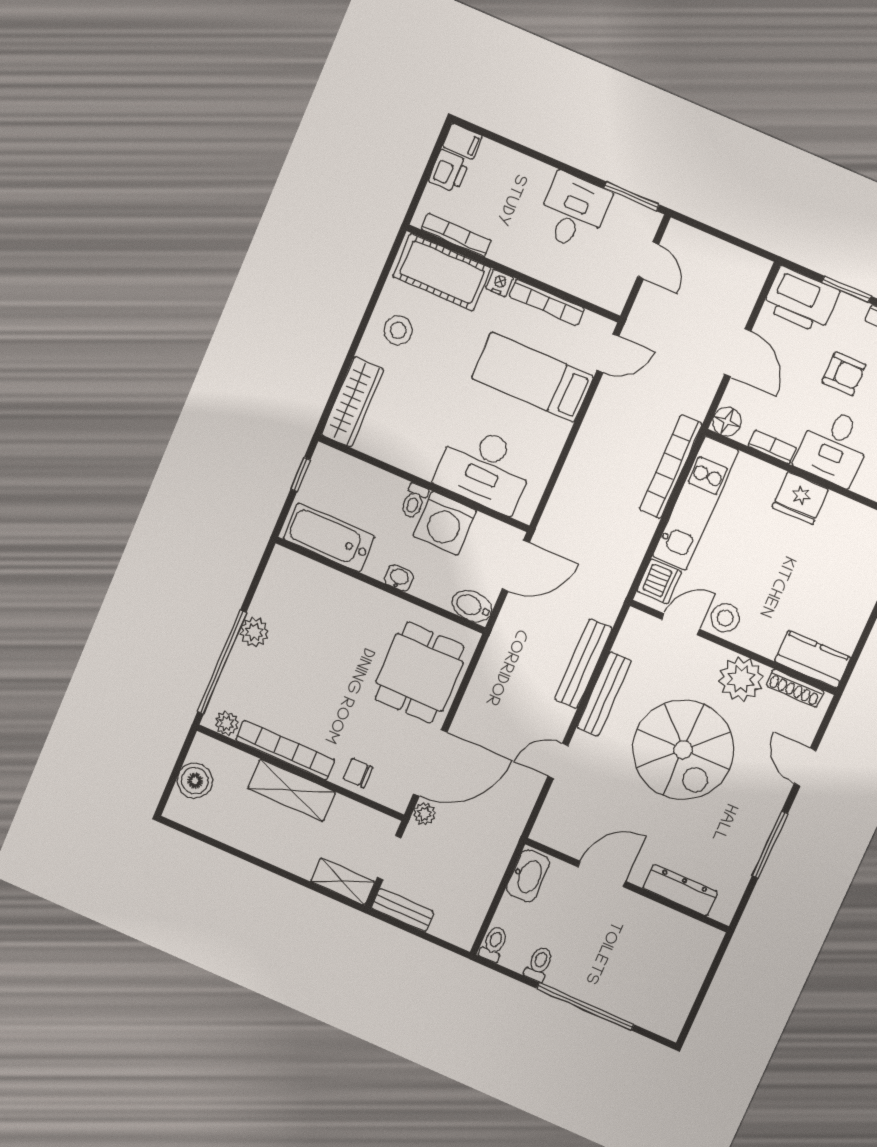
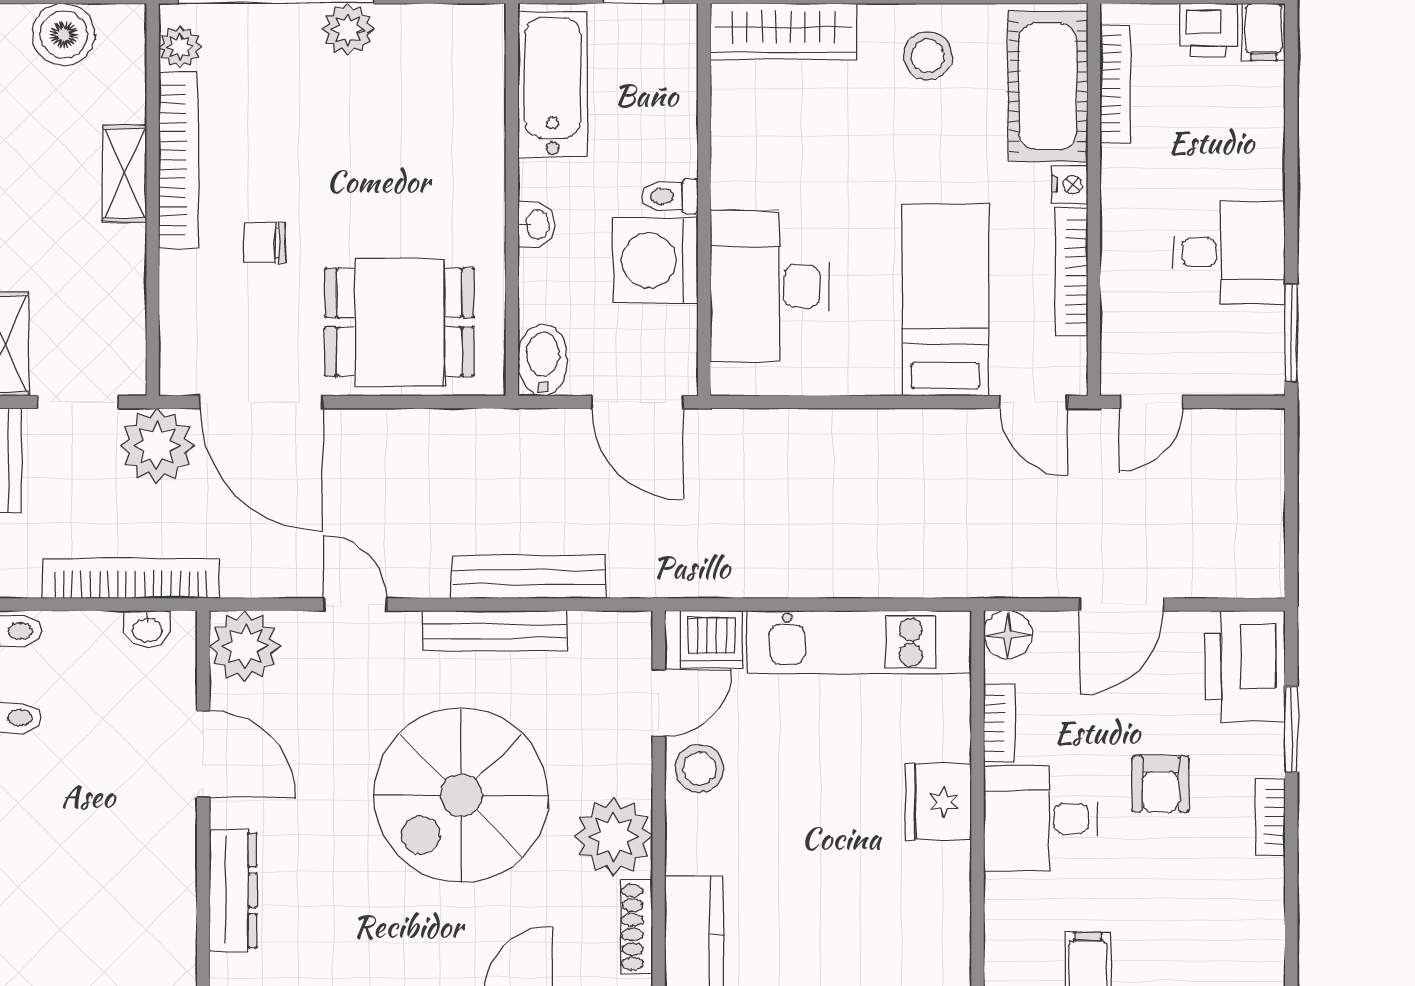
door: (648, 260) -> (1151, 402), moved
bookcase: (671, 467) -> (131, 578), moved
door: (681, 624) -> (659, 703), hinge flipped
chair: (358, 773) -> (265, 243), moved, turned -90
shelving: (292, 790) -> (125, 174), width x0.67, depth x0.75
plant: (424, 814) -> (157, 446), width x1.88, depth x1.88
plant: (555, 828) -> (245, 646), added
washbasin: (528, 876) -> (147, 629), width x0.52, depth x0.69

